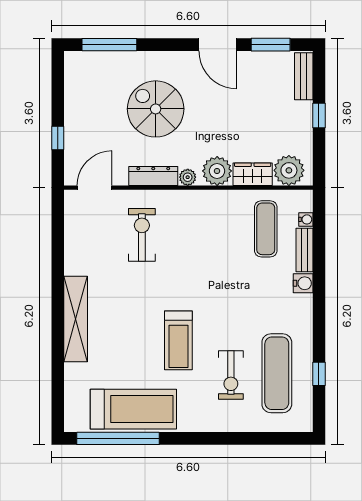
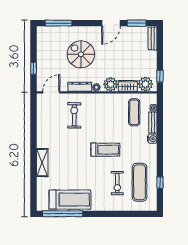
door: (218, 45) -> (111, 23), hinge flipped
window: (319, 116) -> (160, 76), moved
shelving: (76, 319) -> (42, 163), width x0.68
treadmill: (178, 340) -> (105, 150), moved, turned -90

